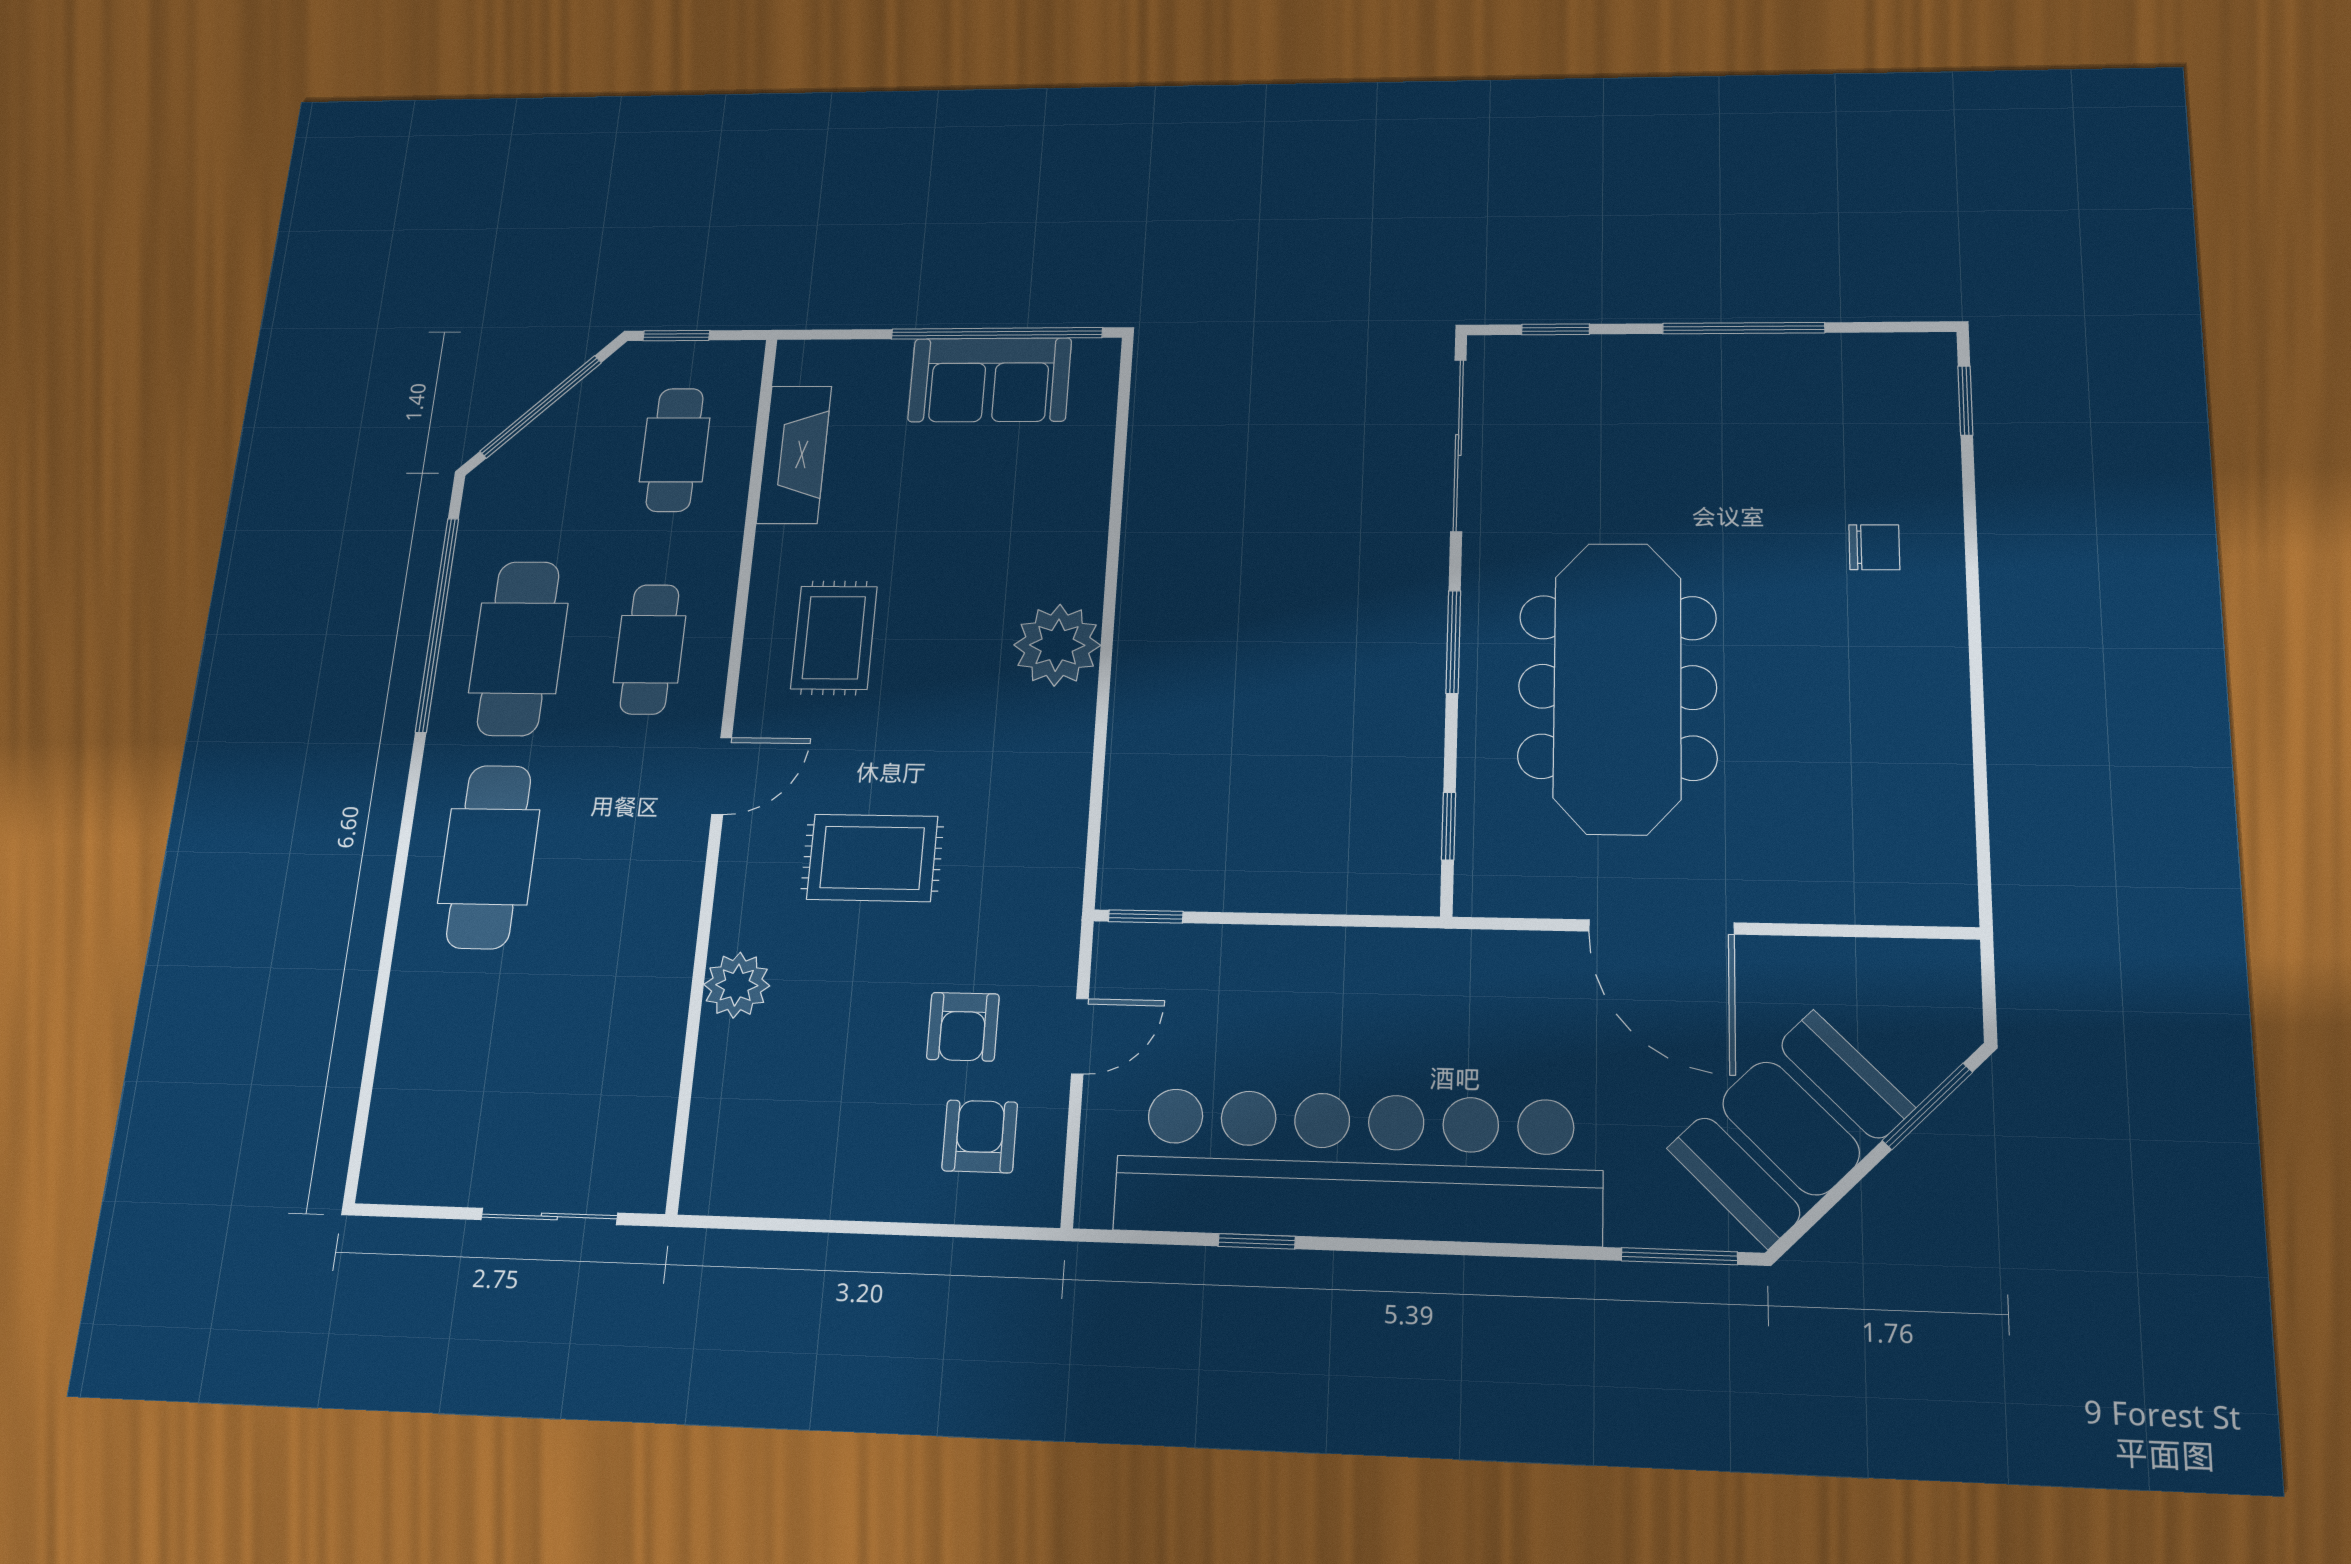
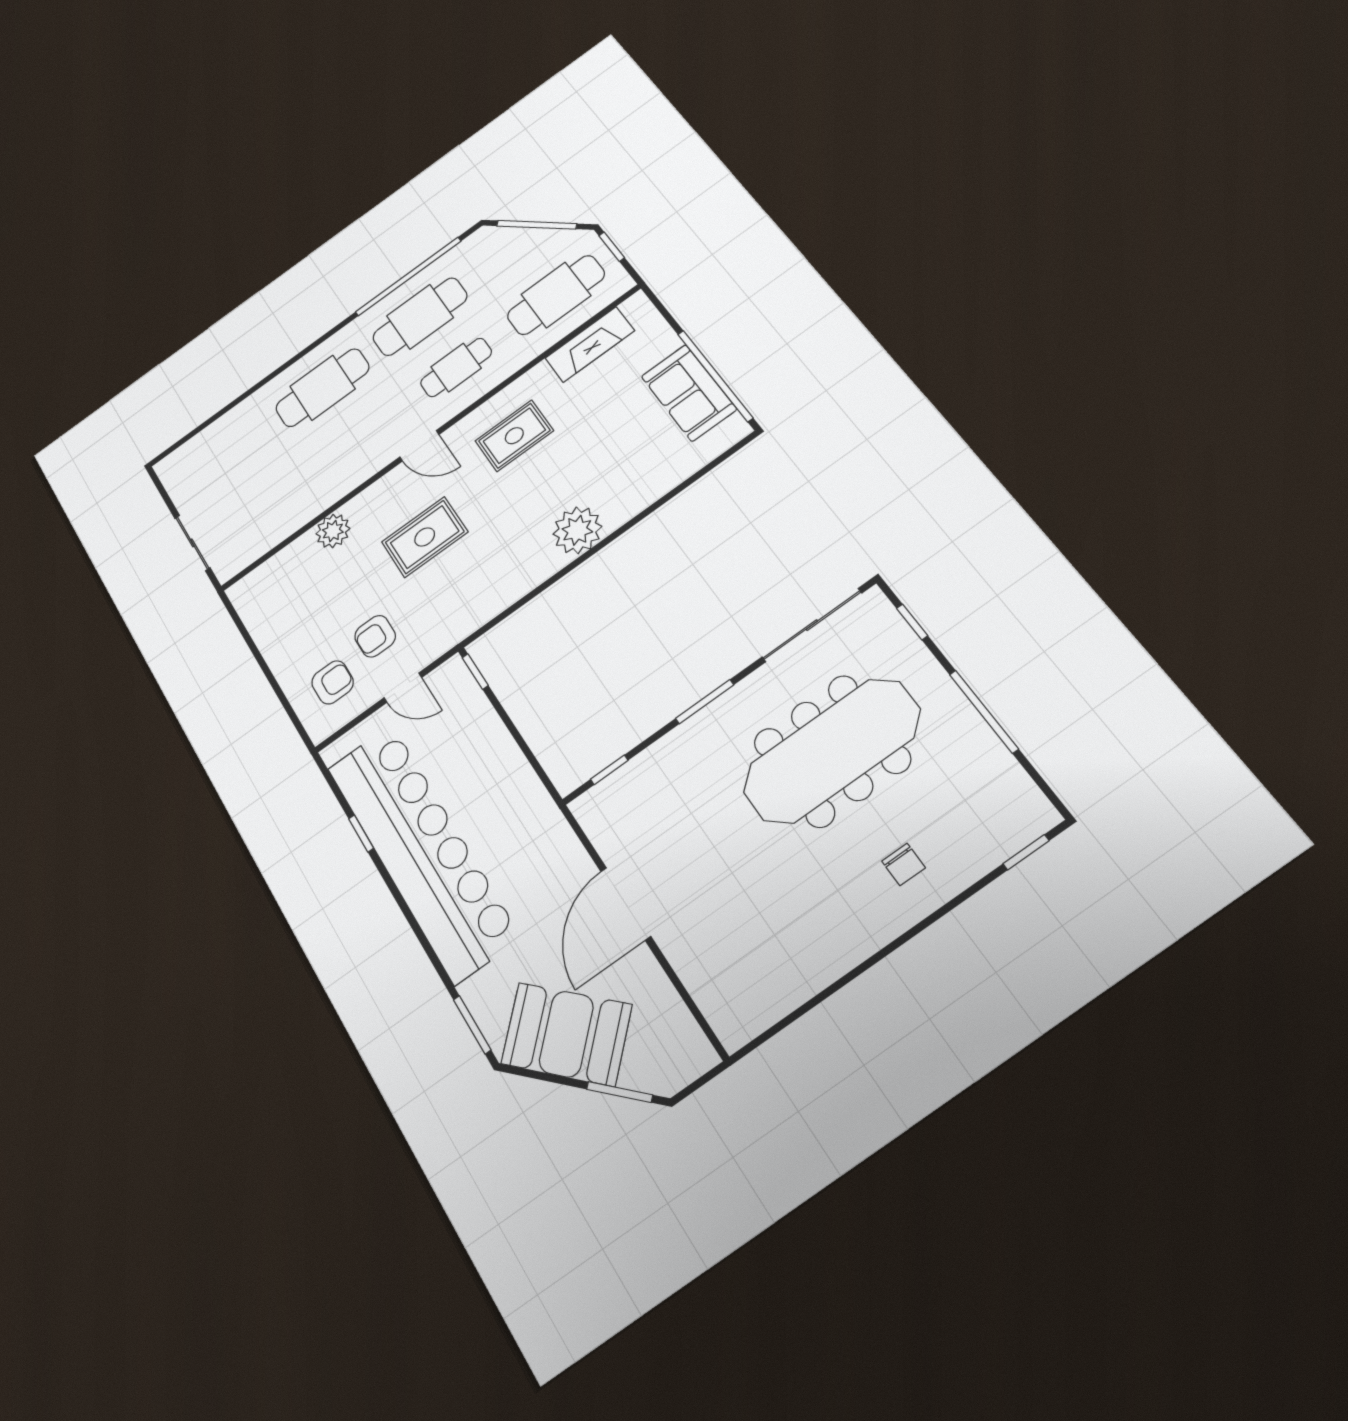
cafe table: (675, 450) -> (556, 295), width x1.37, depth x1.35
meeting table: (1617, 687) -> (832, 751), moved
rug: (872, 858) -> (425, 537), turned 90

